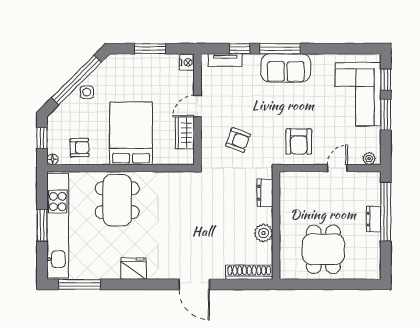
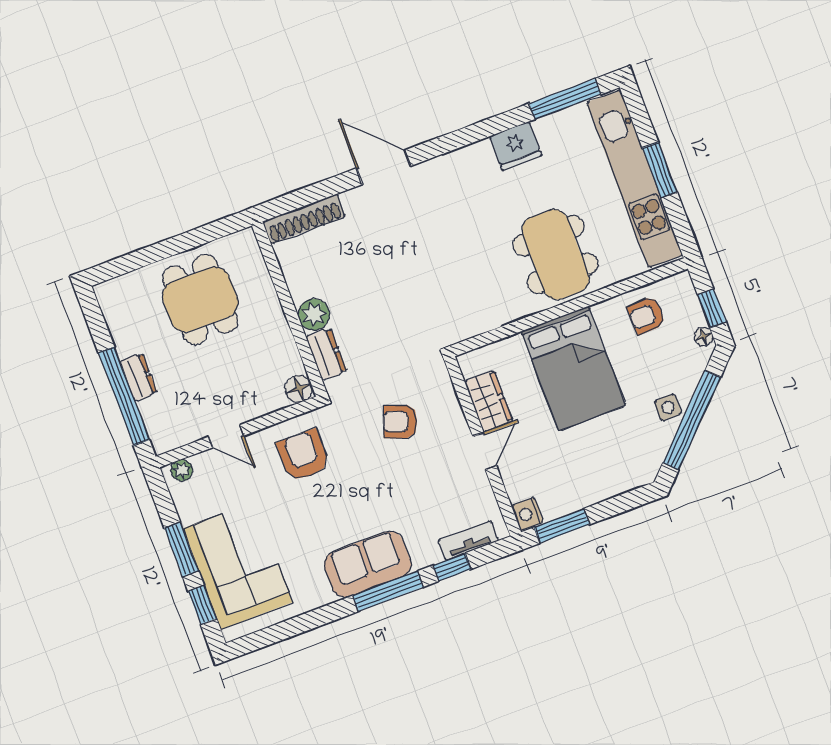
window: (150, 49) -> (562, 526), moved
floor lamp: (52, 159) -> (704, 337), moved
door: (337, 168) -> (226, 436), hinge flipped
floor lamp: (287, 179) -> (299, 389), added
plant: (264, 233) -> (314, 315), moved
fridge: (133, 269) -> (516, 146), moved

